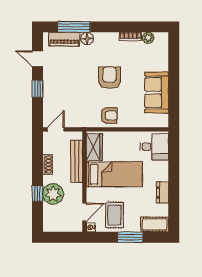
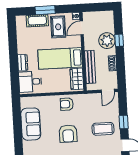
coffee table: (64, 81) -> (103, 129), added
dresser: (163, 193) -> (23, 63), moved
cot: (155, 224) -> (37, 21), moved

